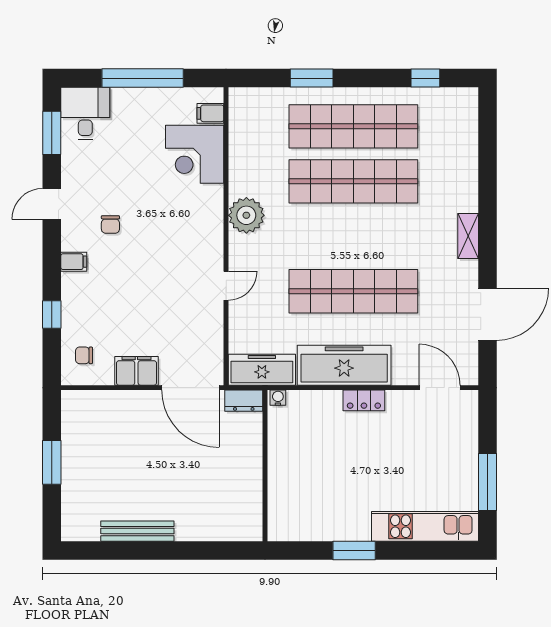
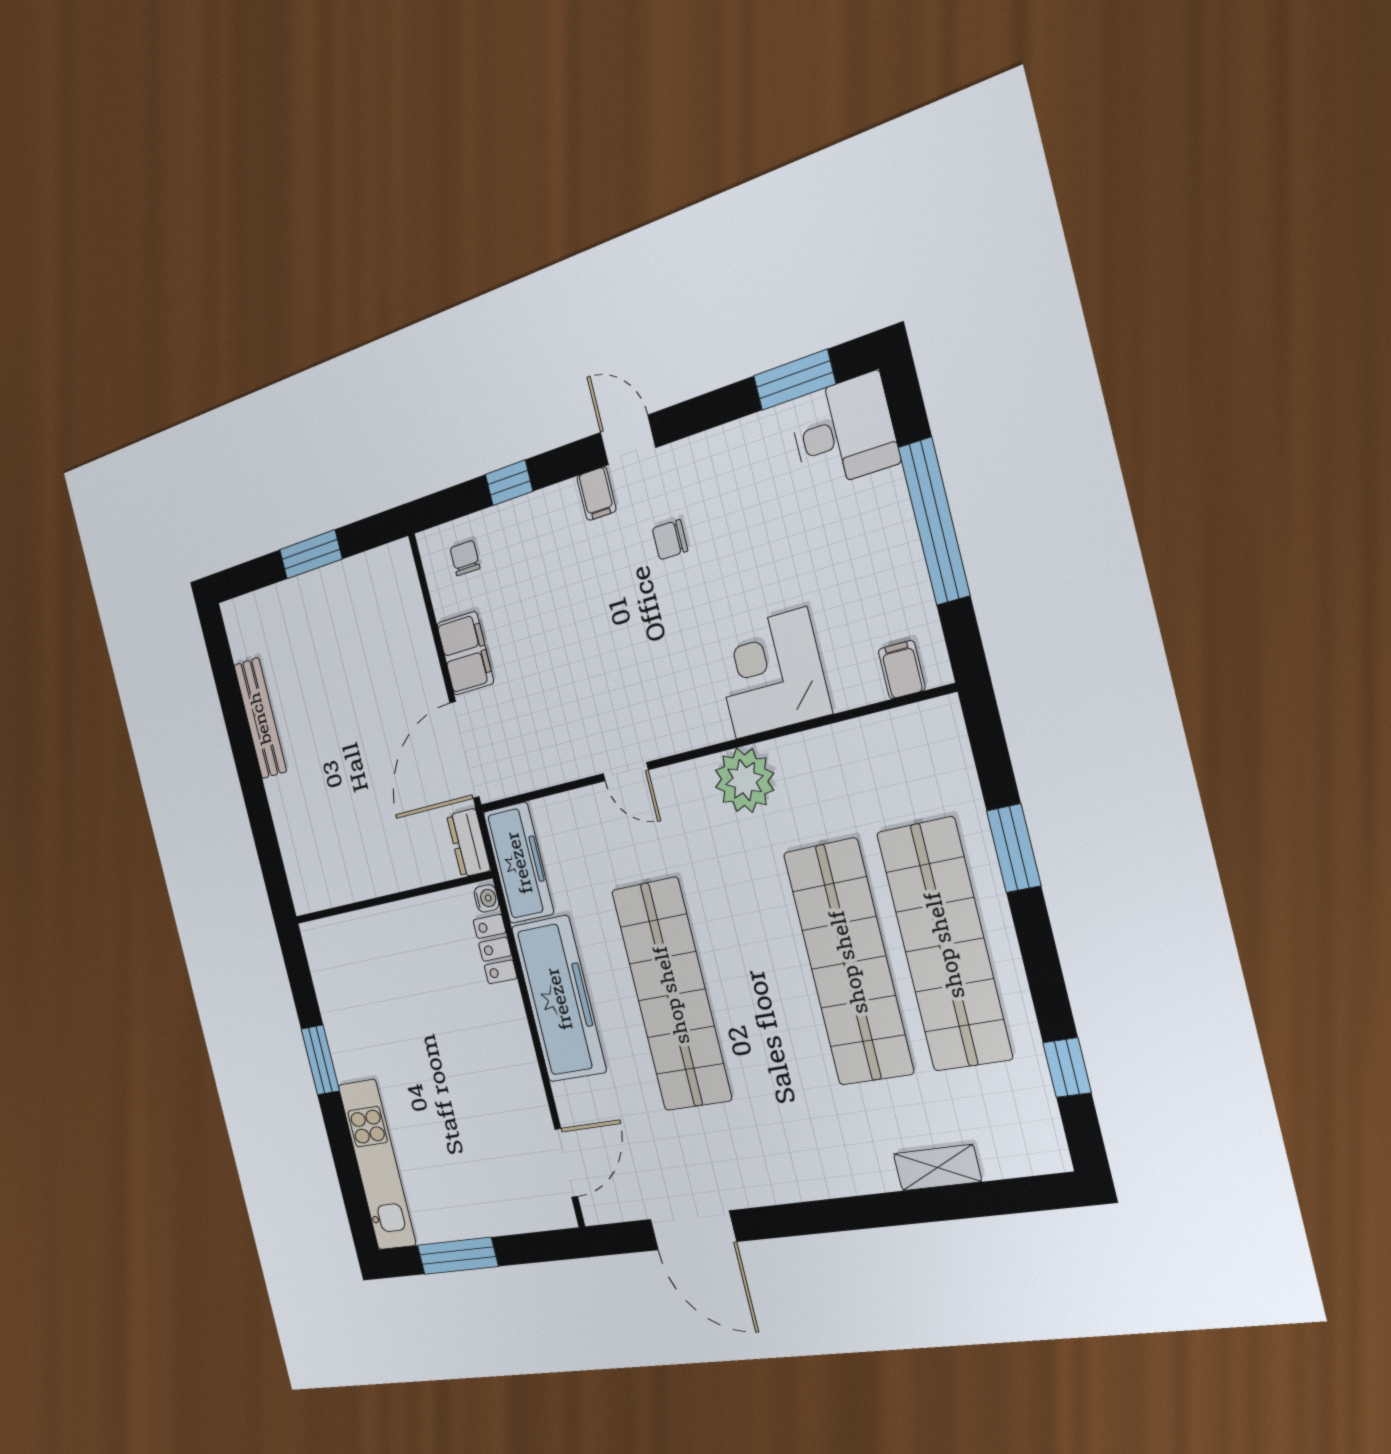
corner desk: (195, 154) -> (771, 674), moved
door: (52, 204) -> (628, 440), moved
shelving: (468, 236) -> (937, 1168), moved
locker: (364, 400) -> (495, 949), moved

